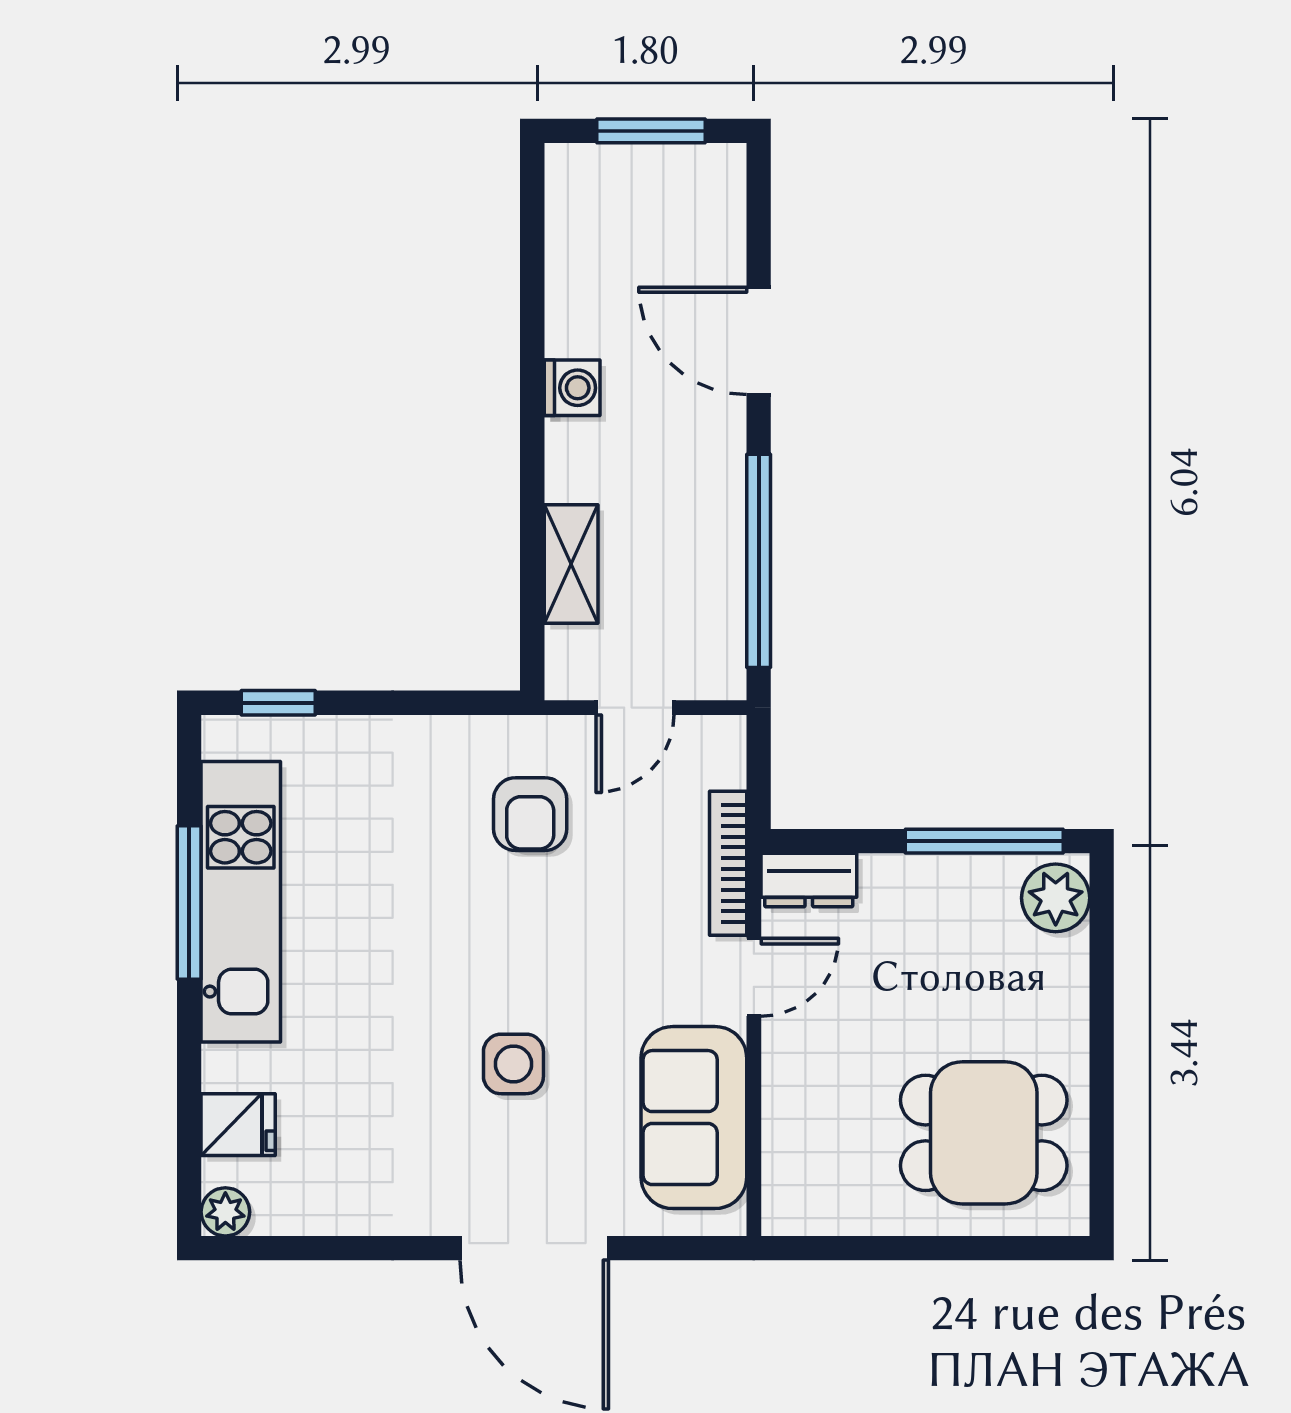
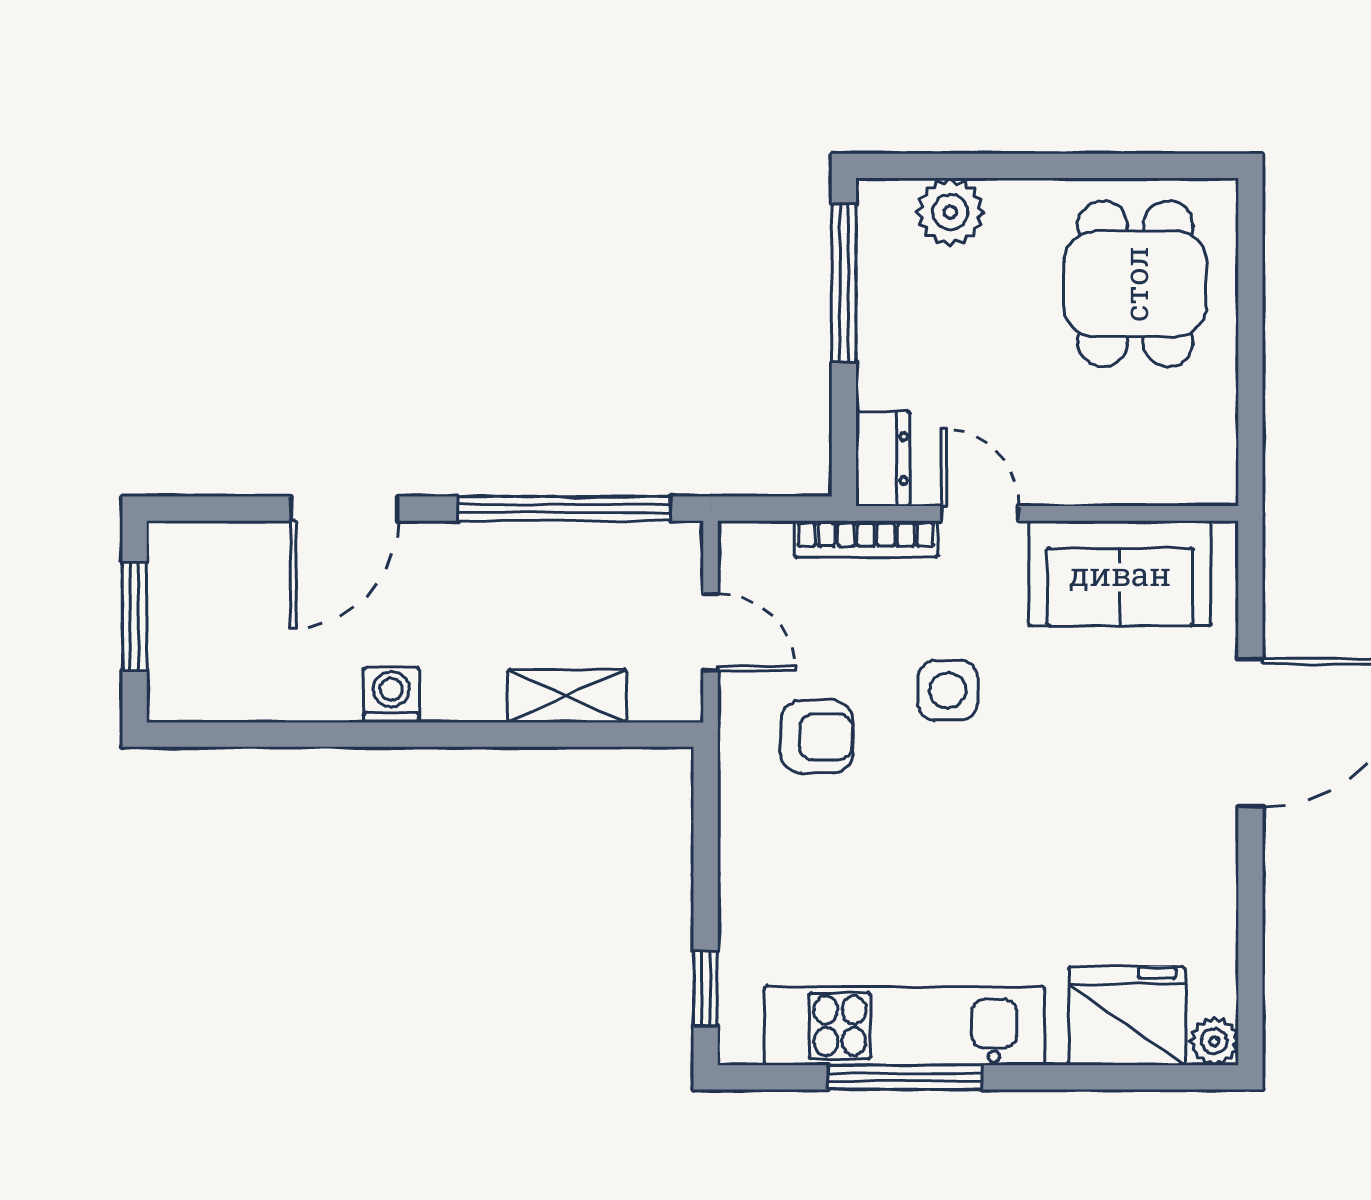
plant: (1056, 898) -> (950, 212), moved
side table: (513, 1064) -> (948, 690), moved
fridge: (238, 1125) -> (1127, 1016), width x1.88, depth x1.34

